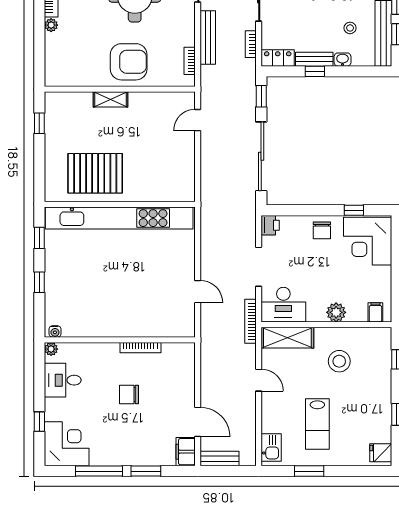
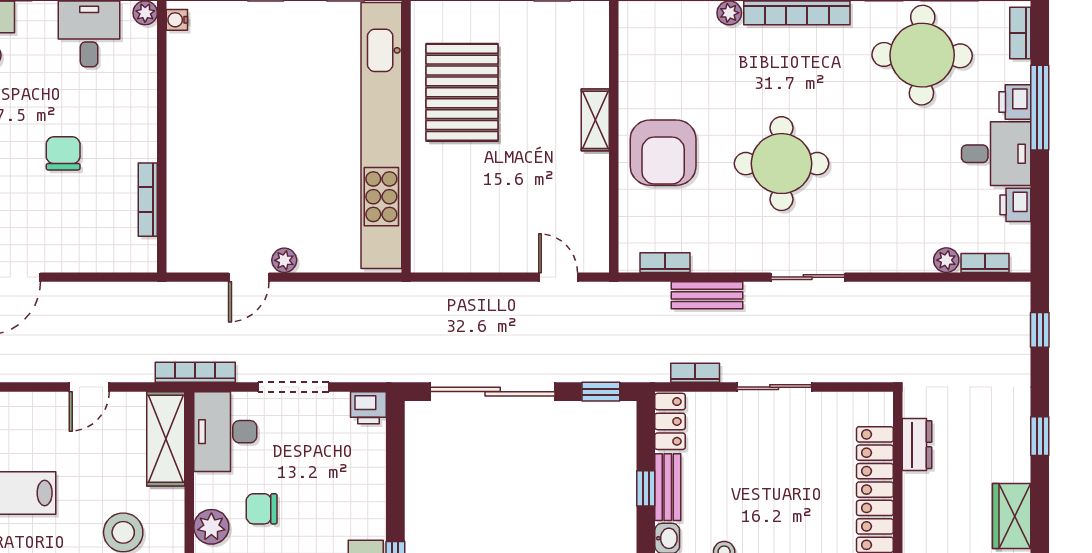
bench: (208, 38) -> (707, 295), width x0.73
chair: (322, 230) -> (262, 509), moved
plant: (188, 272) -> (284, 260), added
bookcase: (140, 348) -> (148, 200), moved

